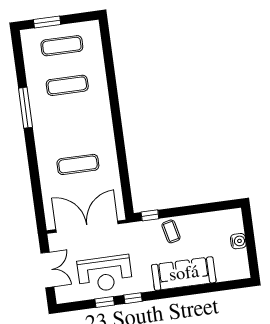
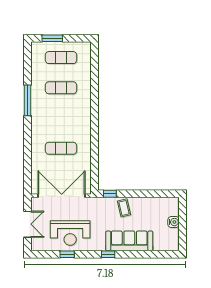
window: (133, 298) -> (108, 254), moved

